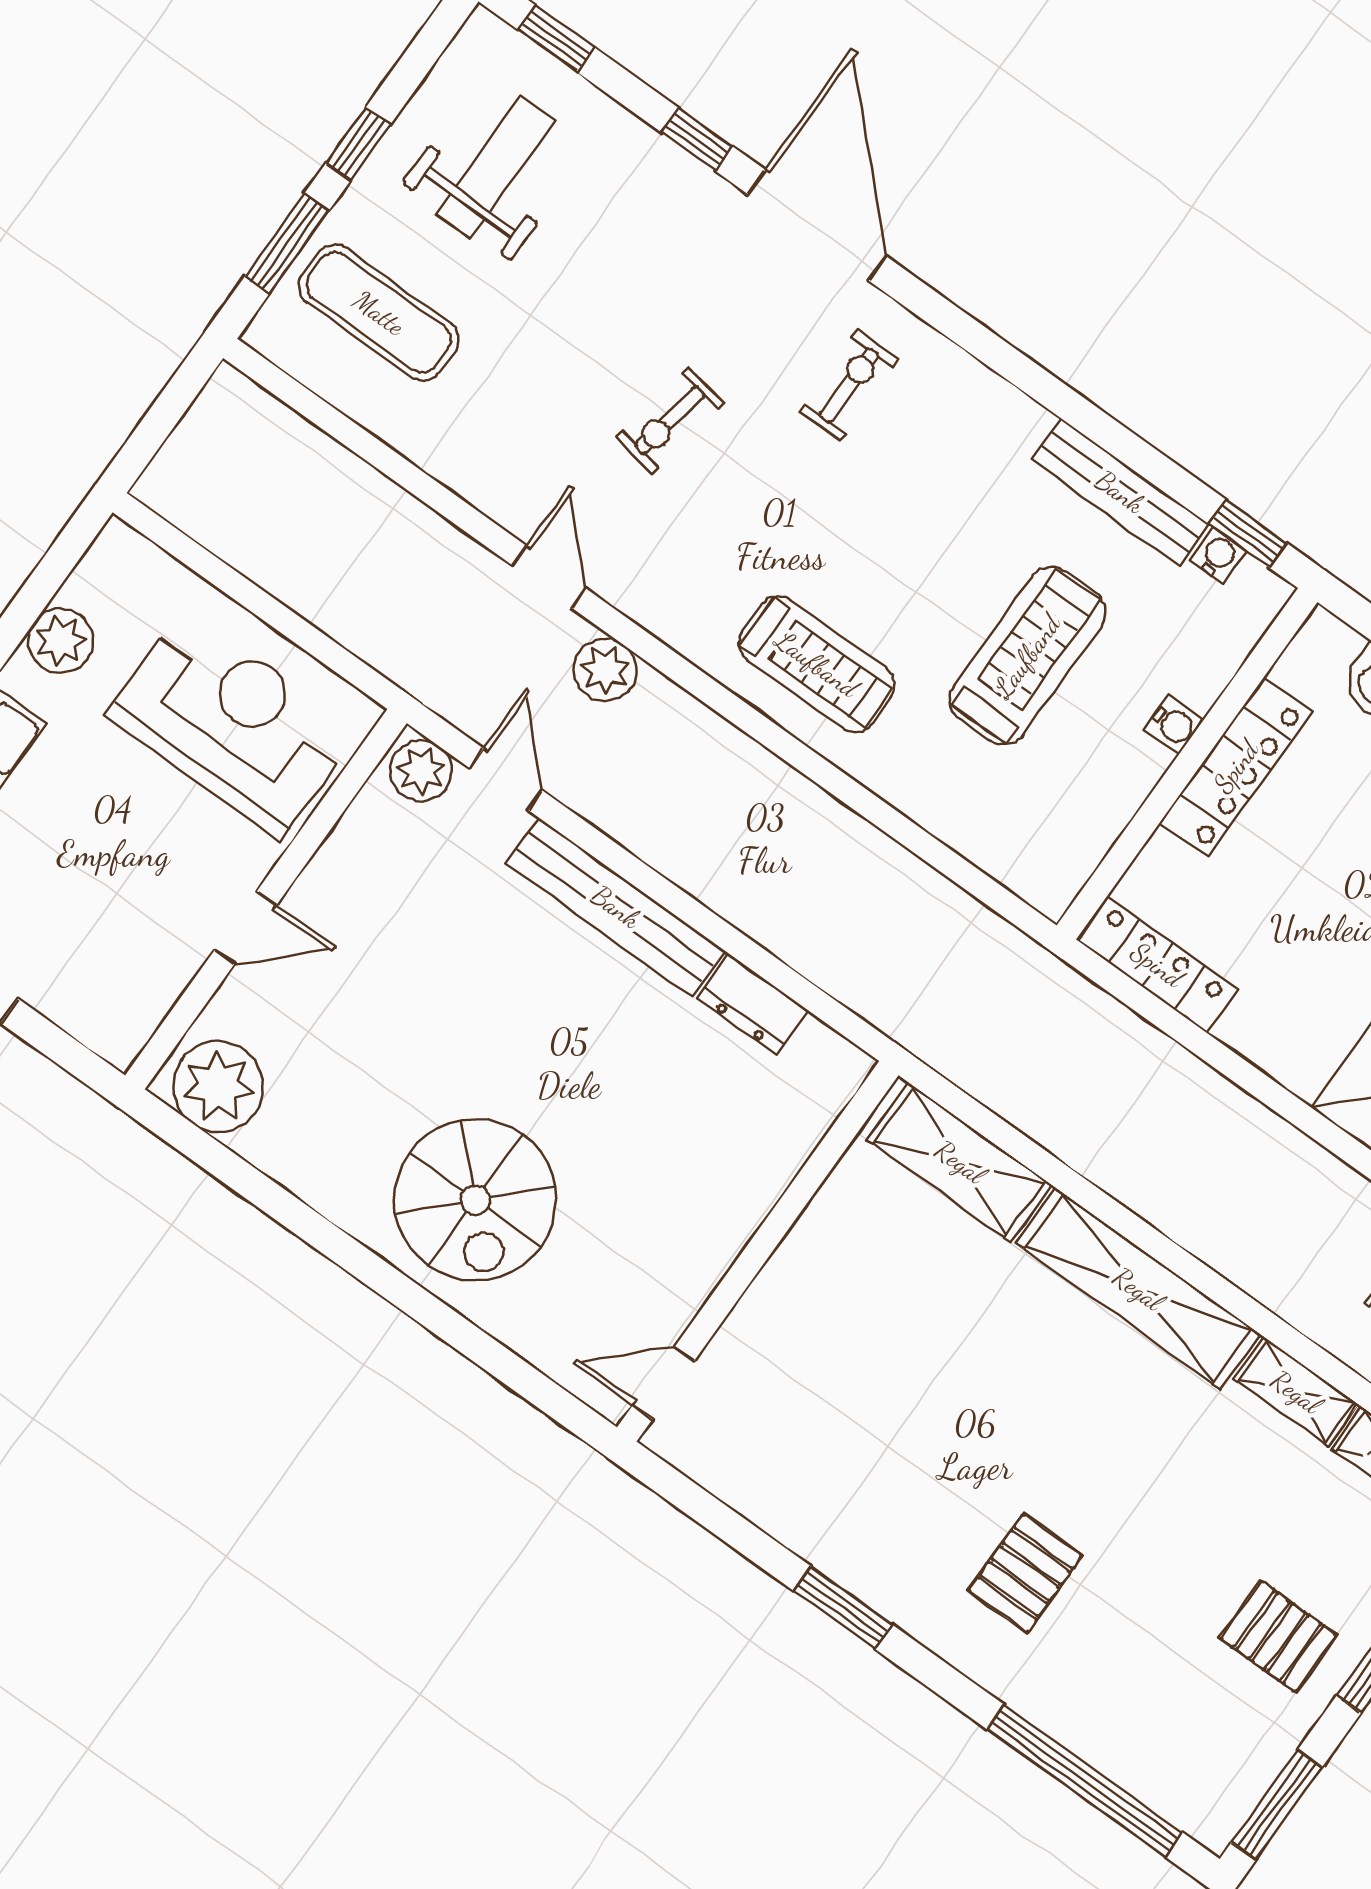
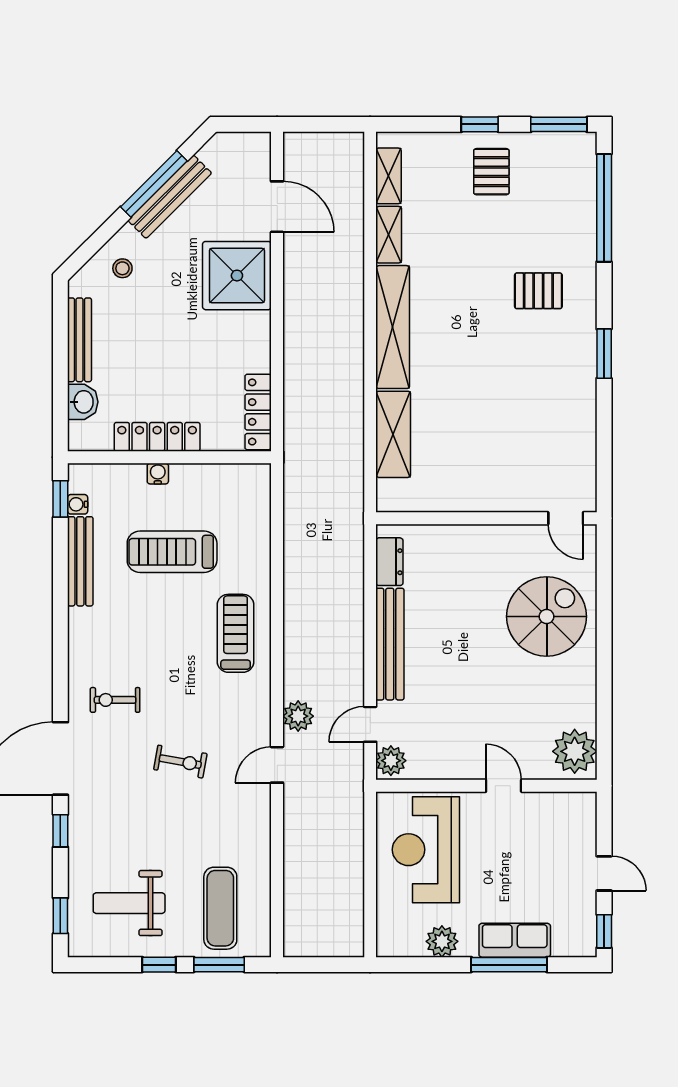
wall: (758, 1251) -> (486, 518), moved
door: (664, 1383) -> (566, 518), moved

